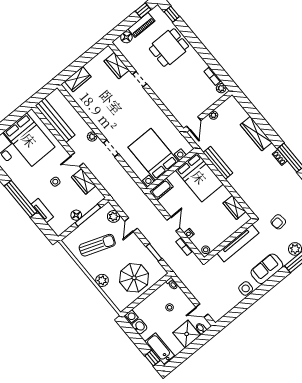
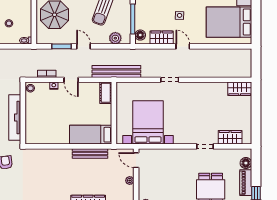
wardrobe: (78, 79) -> (240, 89), moved, turned -90
bench: (55, 120) -> (116, 71), moved
plant: (92, 137) -> (191, 73), removed
bed with nightstands: (153, 154) -> (148, 122), moved, turned -90
door: (77, 160) -> (183, 46), hinge flipped
bed: (199, 177) -> (91, 135), width x0.67
wardrobe: (235, 207) -> (45, 138), removed
floor lamp: (76, 215) -> (140, 35), moved
door: (131, 225) -> (84, 46), moved

